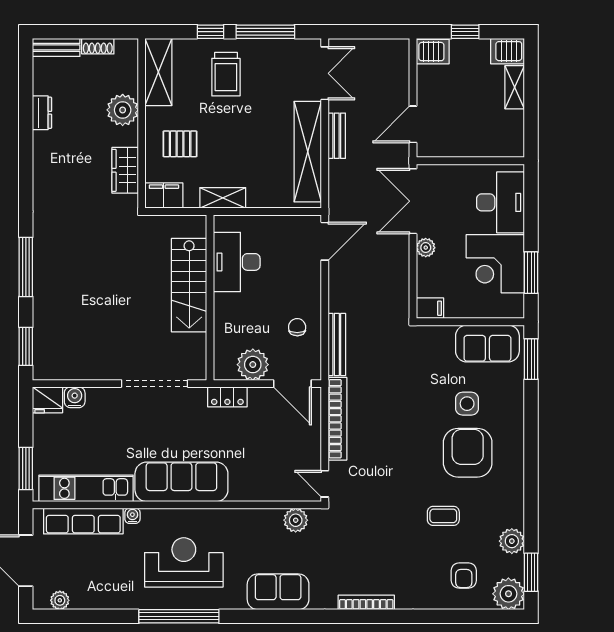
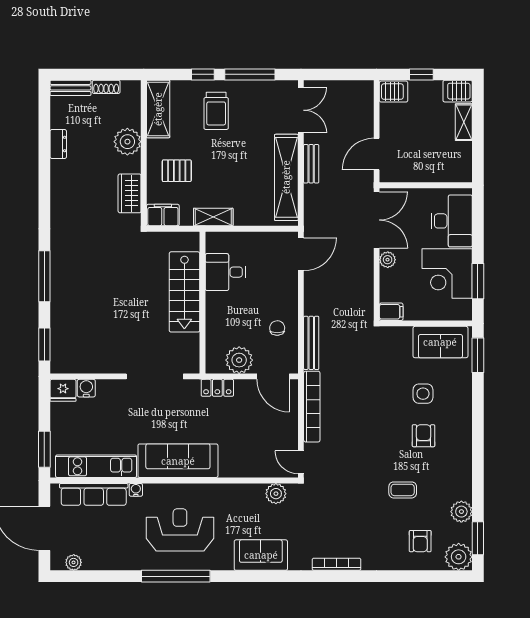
double door: (413, 201) -> (377, 220), swing flipped
desk: (237, 262) -> (225, 272), width x0.73
armchair: (468, 453) -> (424, 436), width x0.53, depth x0.53

